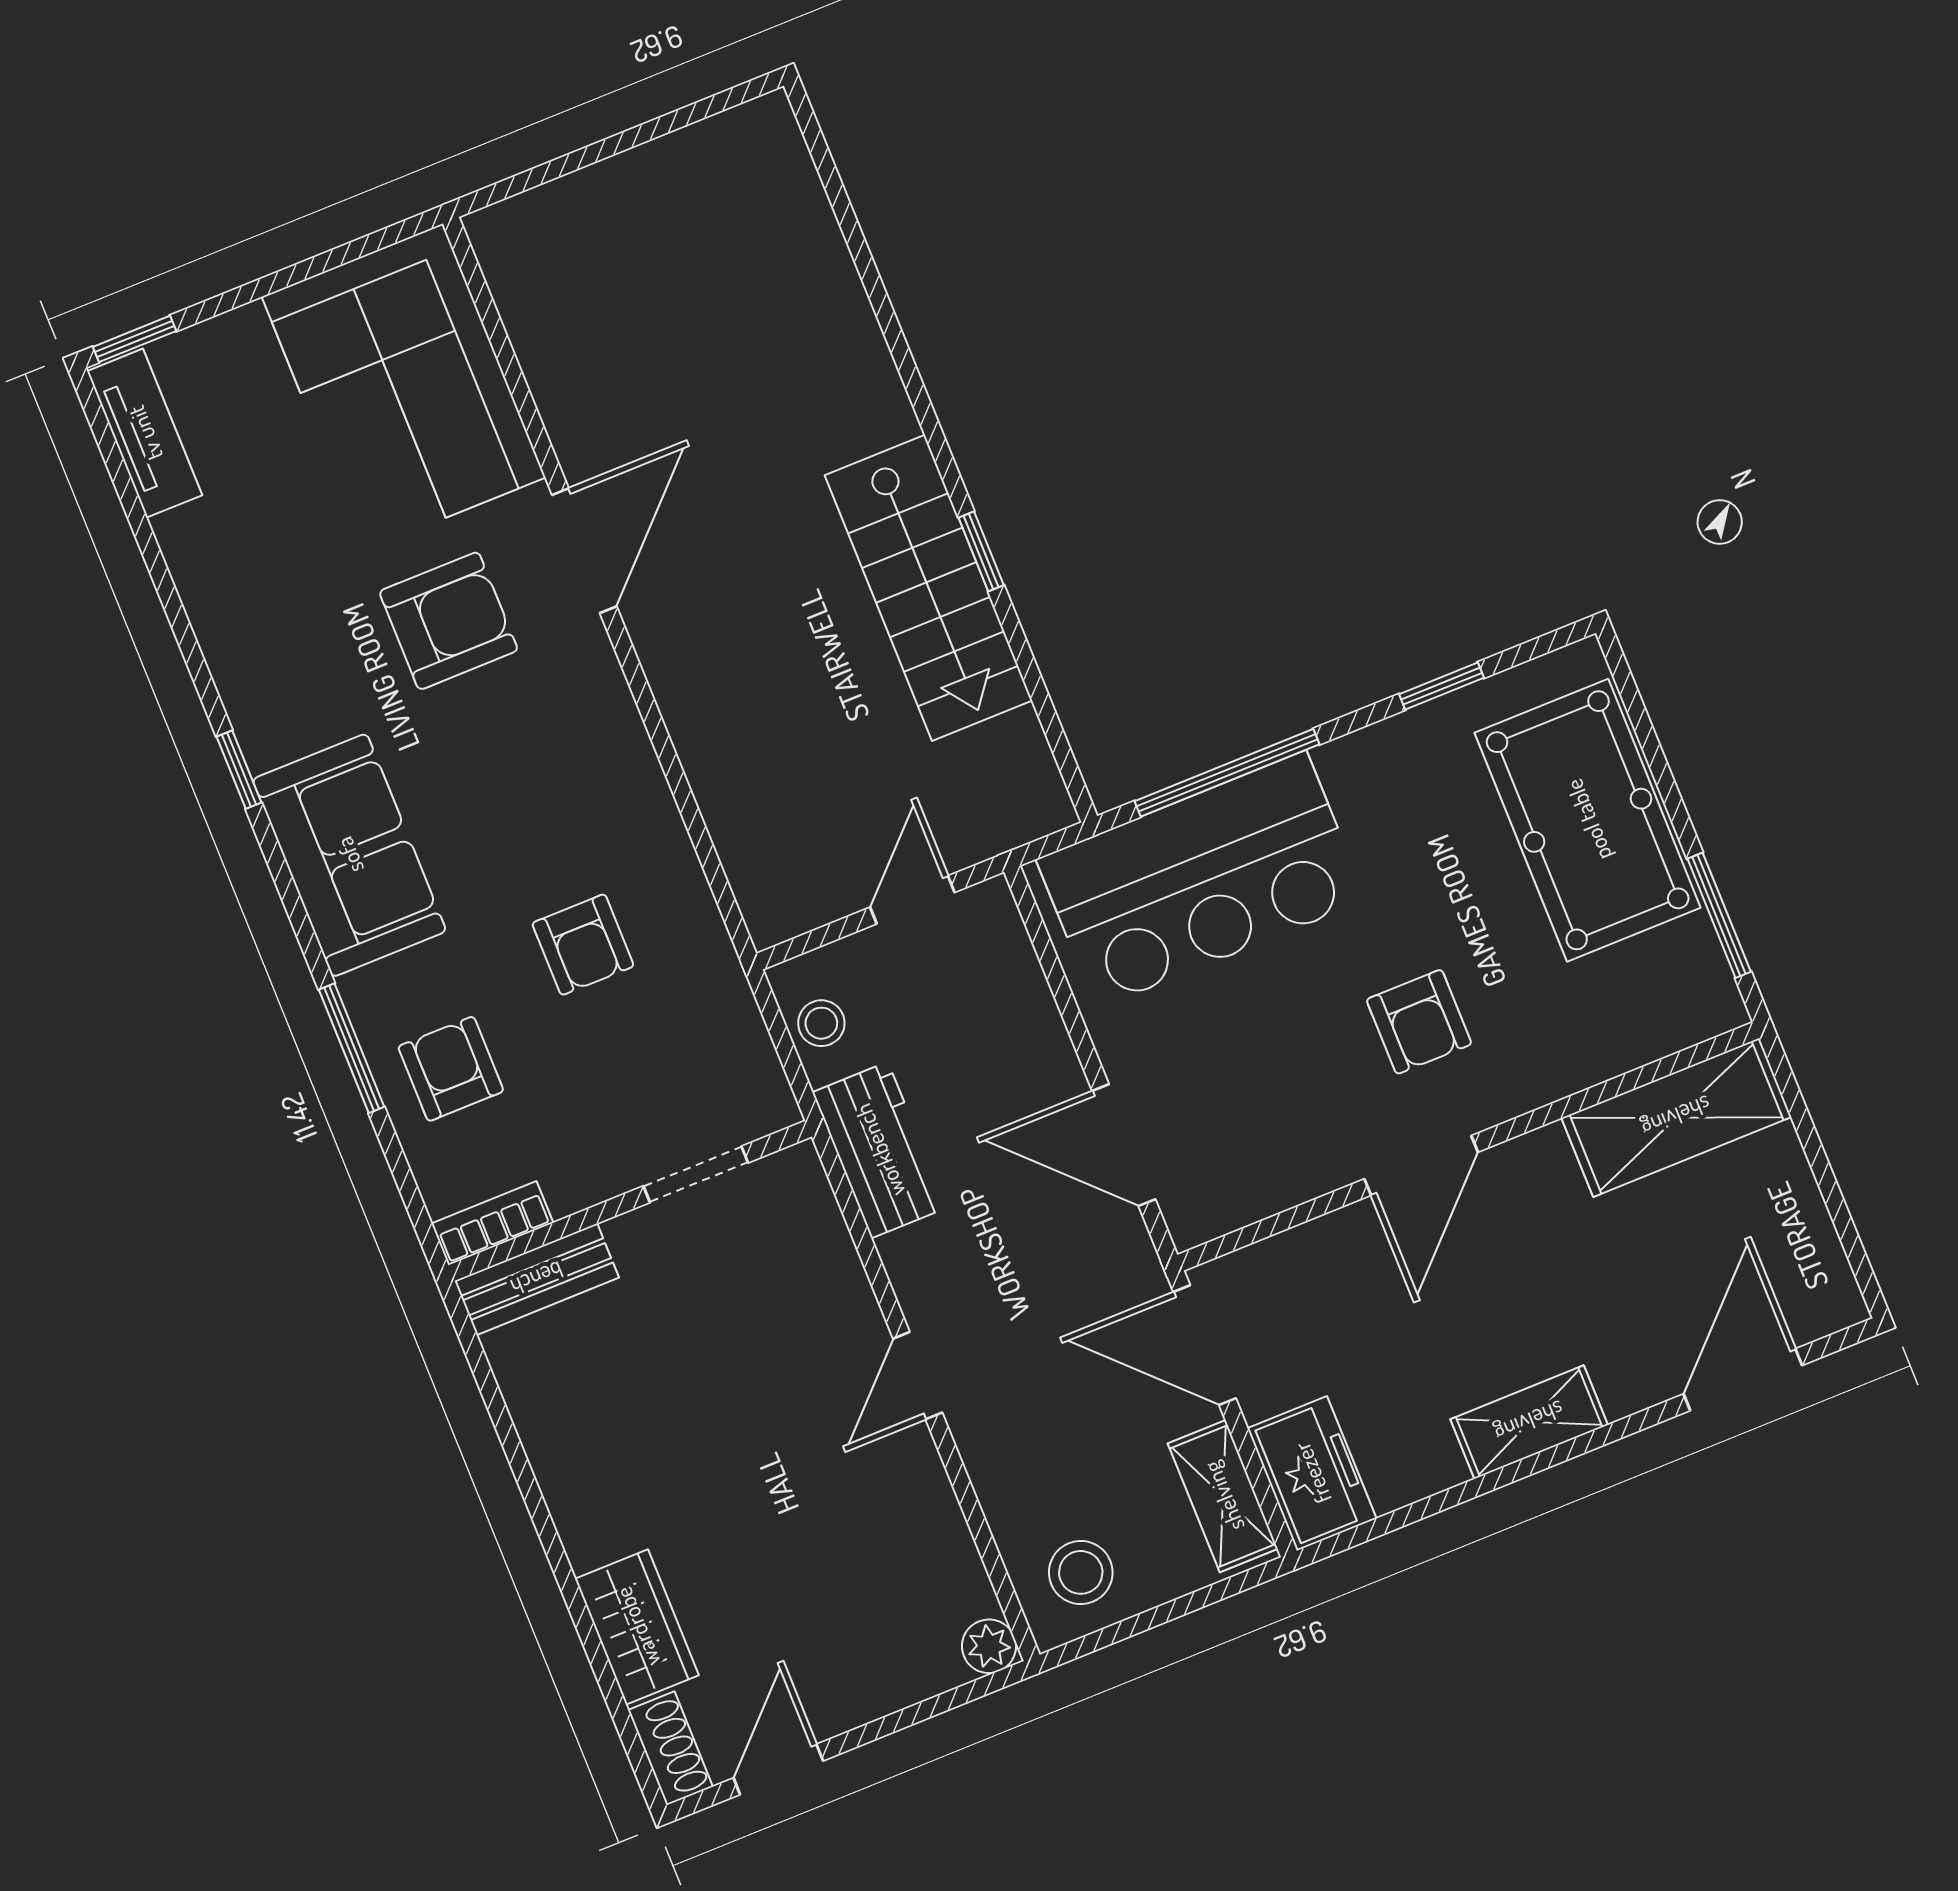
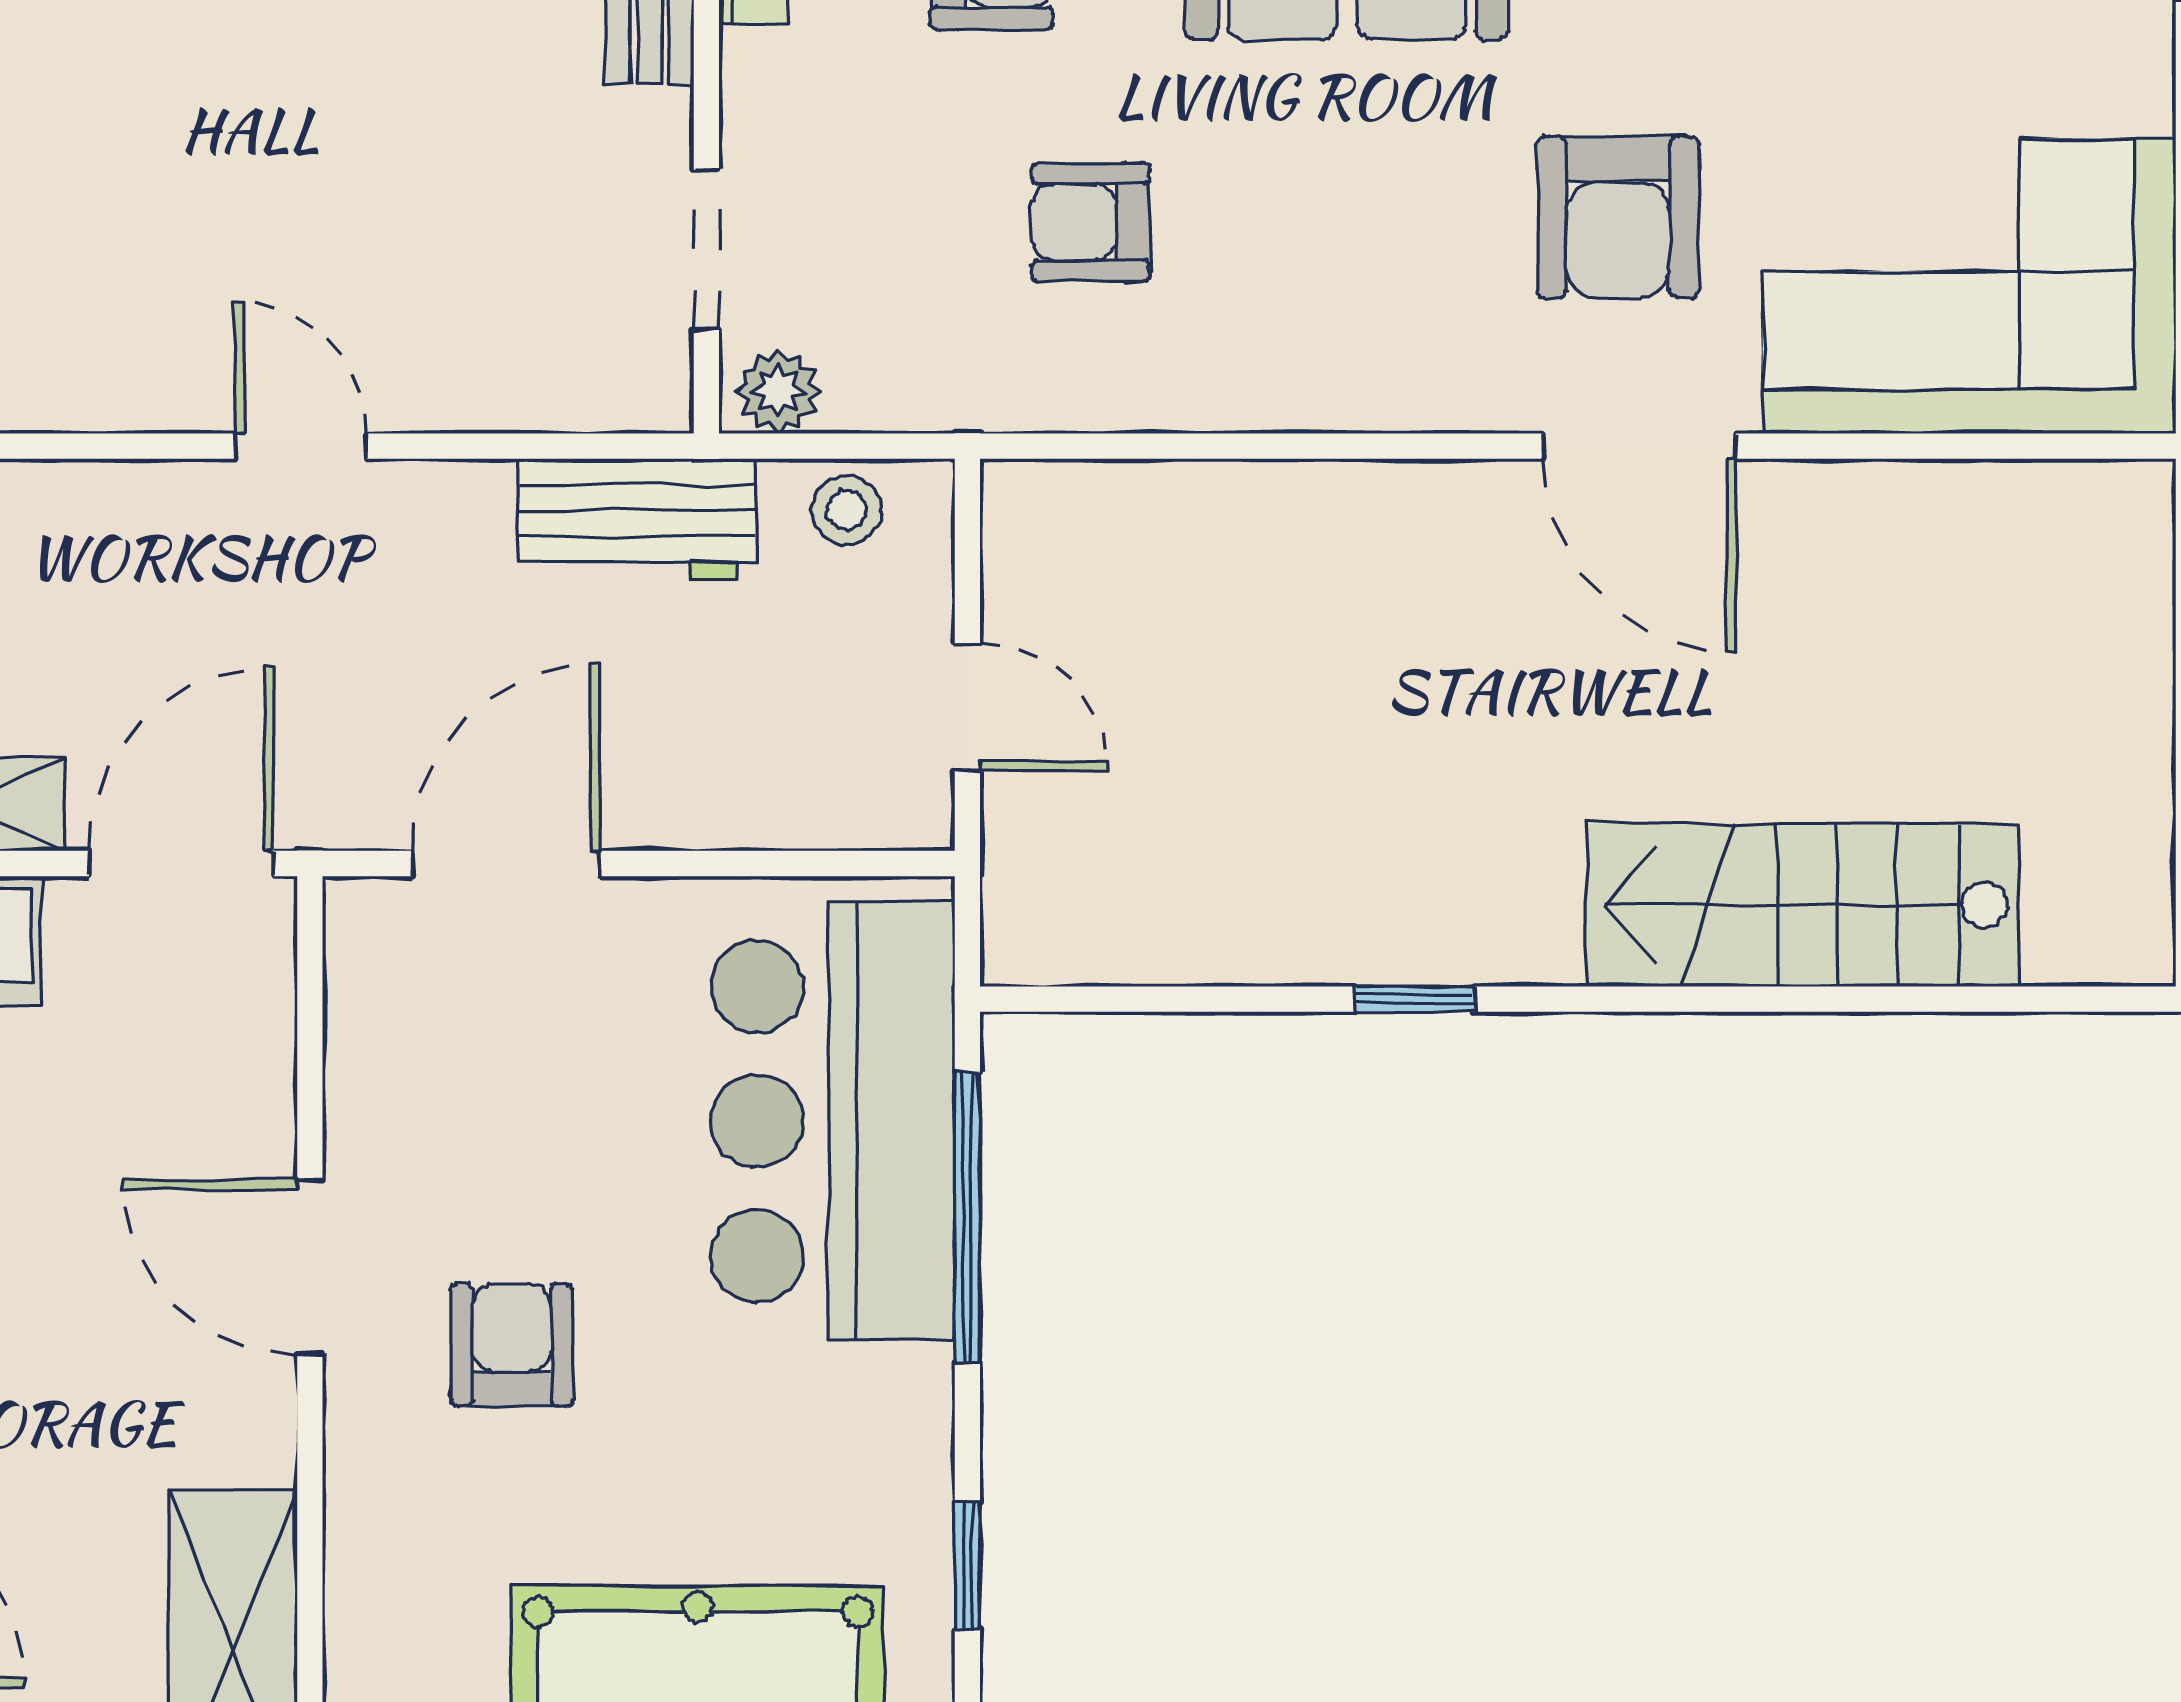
stairs: (928, 588) -> (1803, 905), moved
armchair: (1419, 1022) -> (512, 1345), turned 90
plant: (765, 1095) -> (778, 392), added

